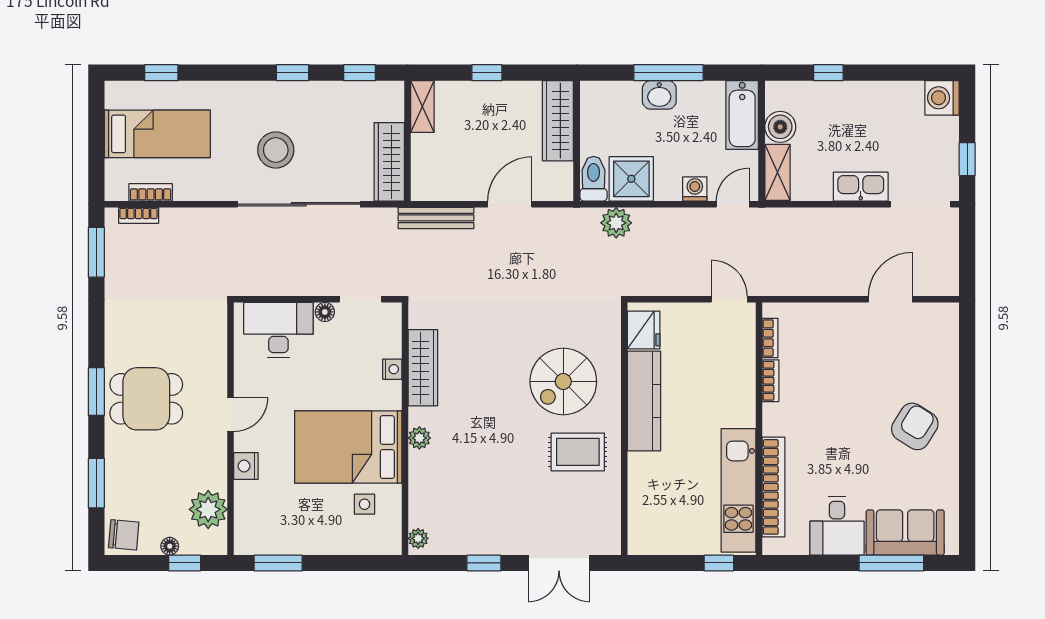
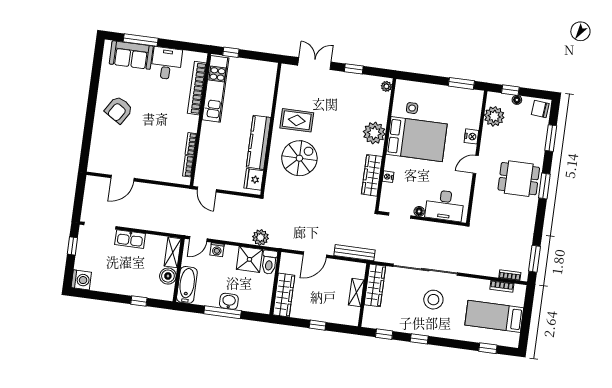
shelving: (422, 106) -> (356, 292), moved
plant: (419, 438) -> (374, 133), width x1.87, depth x1.87

